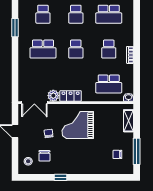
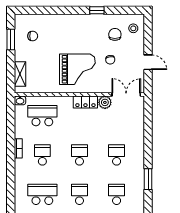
school desk: (43, 49) -> (117, 155), width x0.54
window: (137, 151) -> (11, 40), width x0.69

